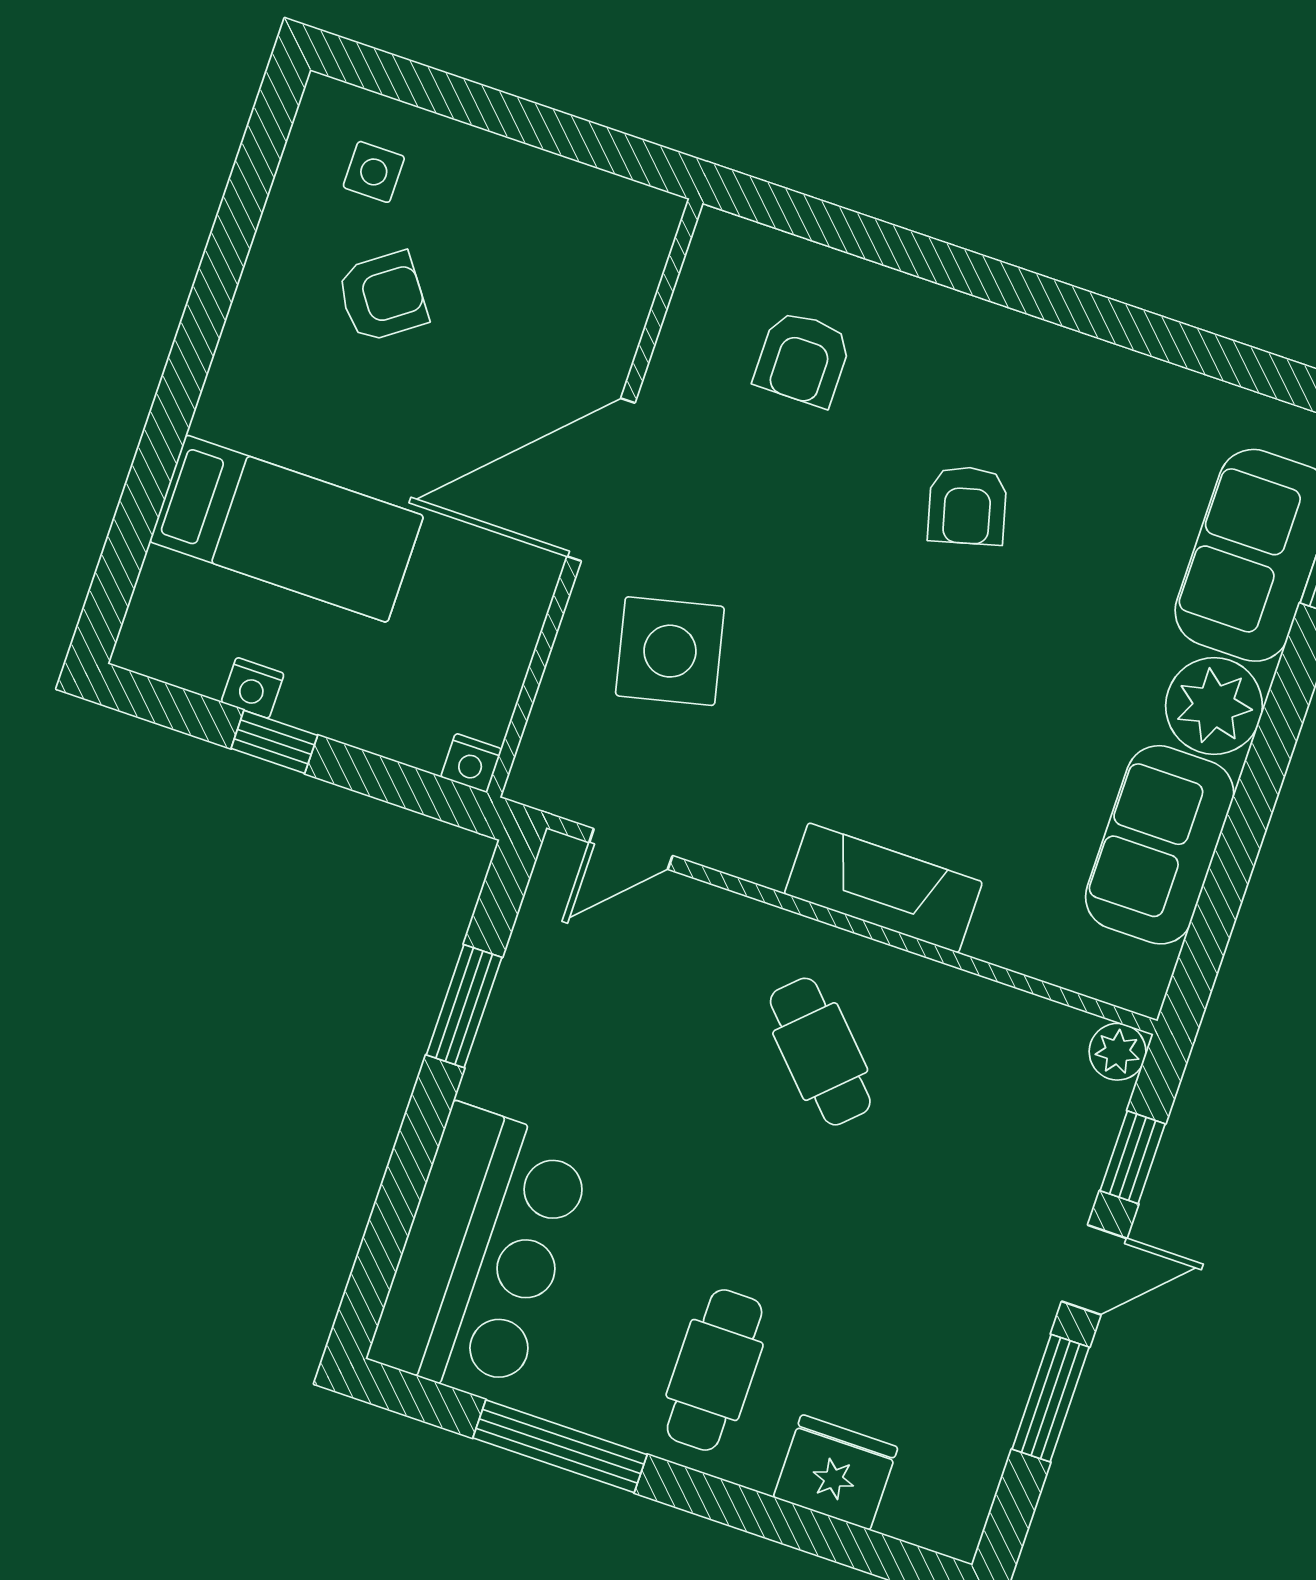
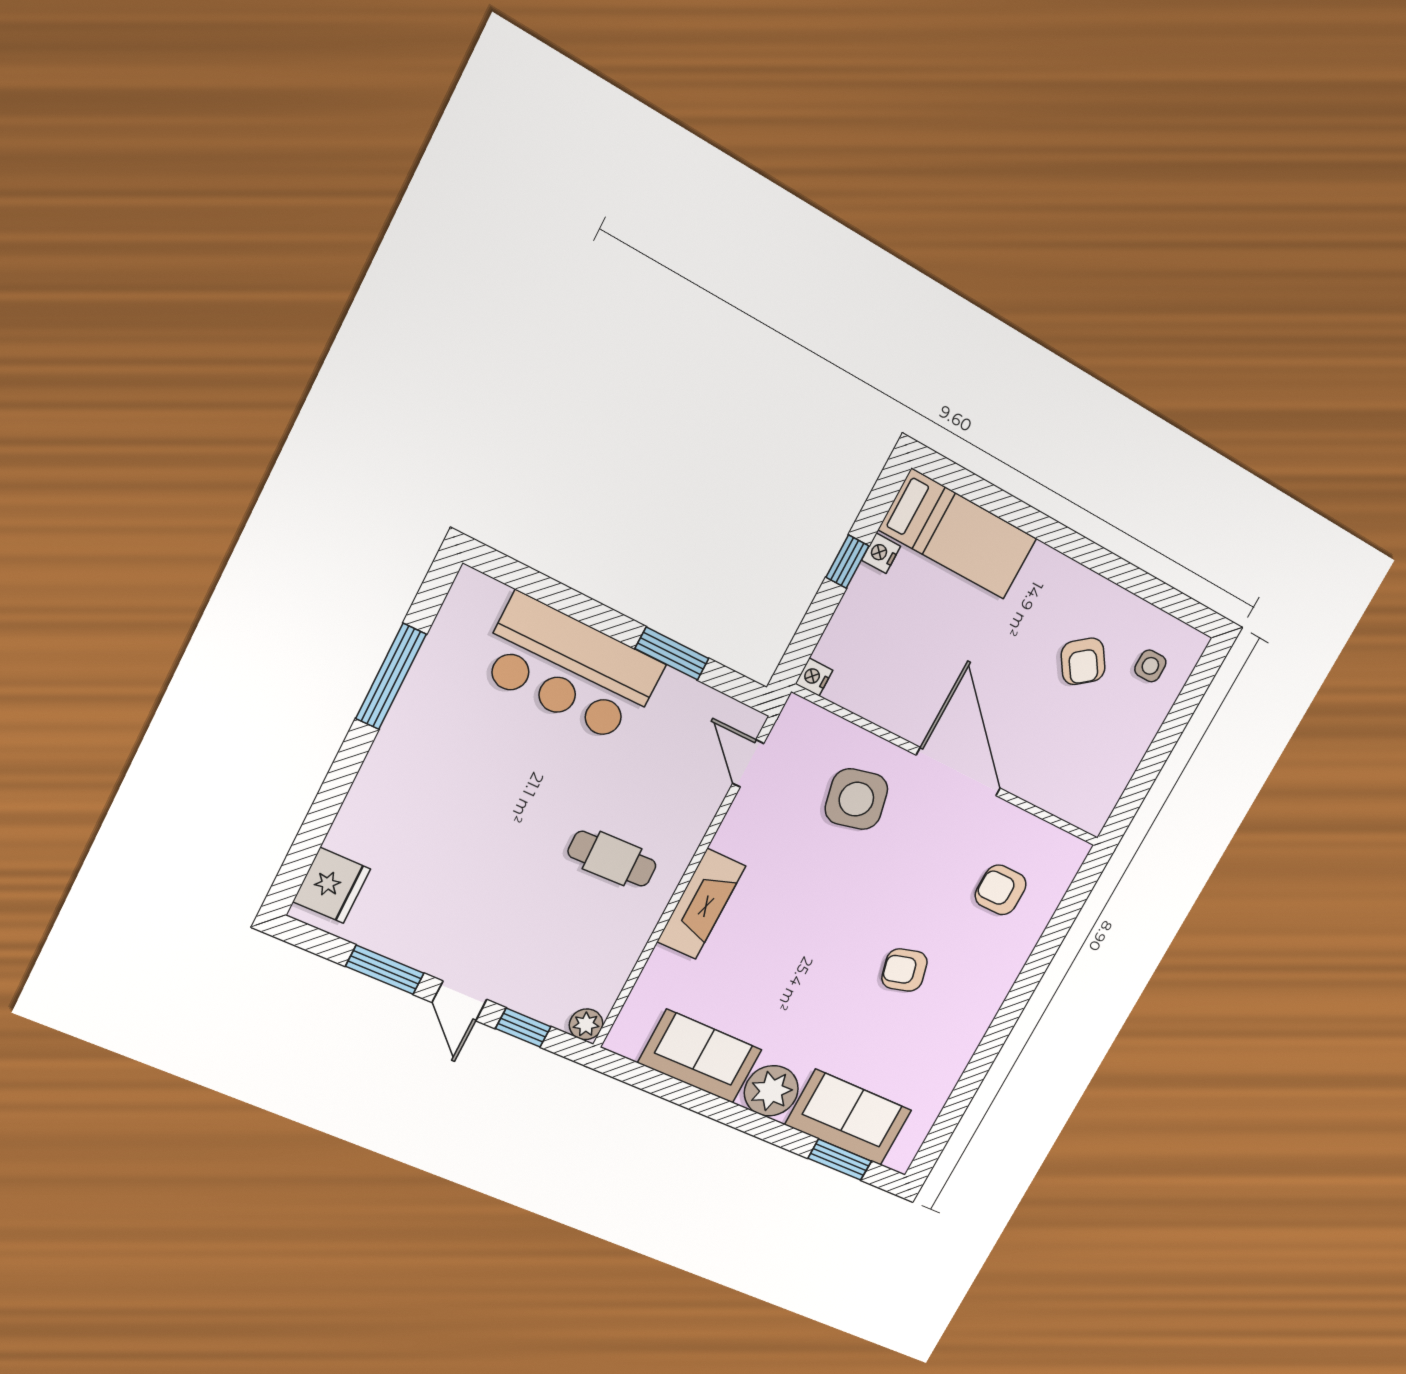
bed: (287, 529) -> (958, 534), moved, turned -90
cafe table: (820, 1052) -> (612, 859), turned 42
bar counter: (481, 1254) -> (570, 669), moved
cafe table: (715, 1370) -> (427, 776), removed
fridge: (836, 1472) -> (332, 885), moved

